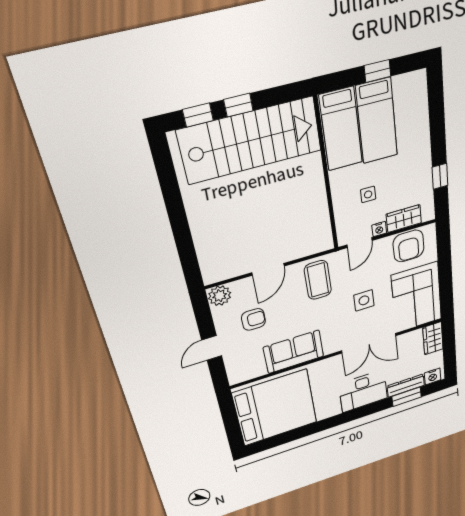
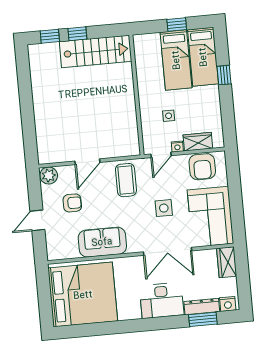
bed: (341, 129) -> (203, 57), moved
stairs: (251, 140) -> (96, 51), width x0.73, depth x0.66
window: (440, 176) -> (224, 75), moved

